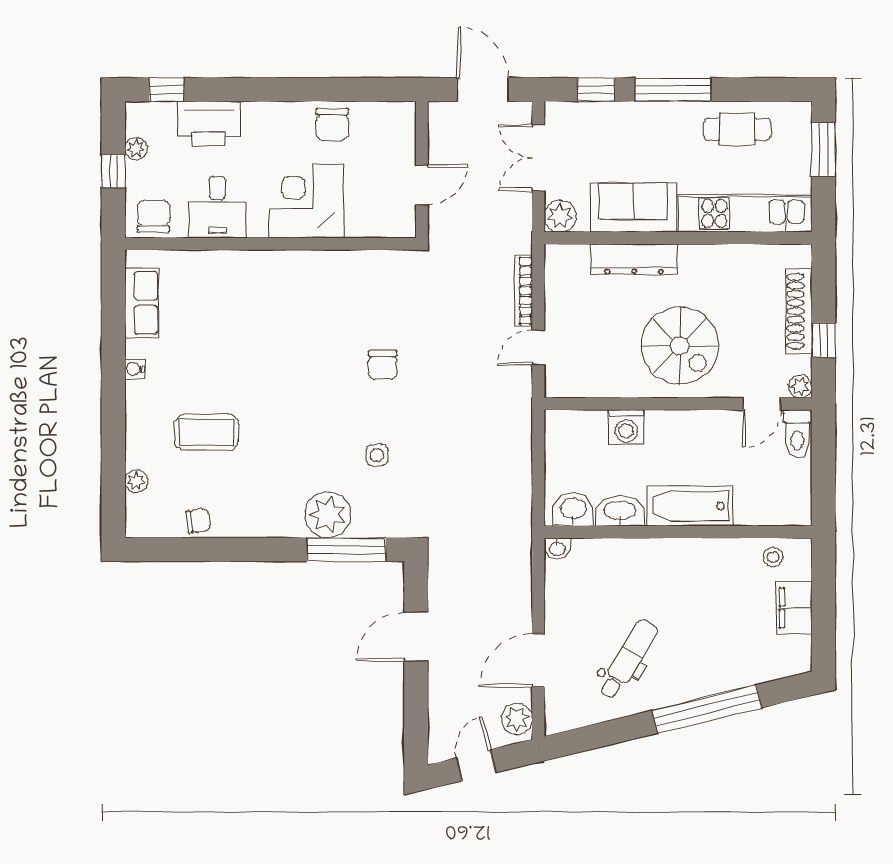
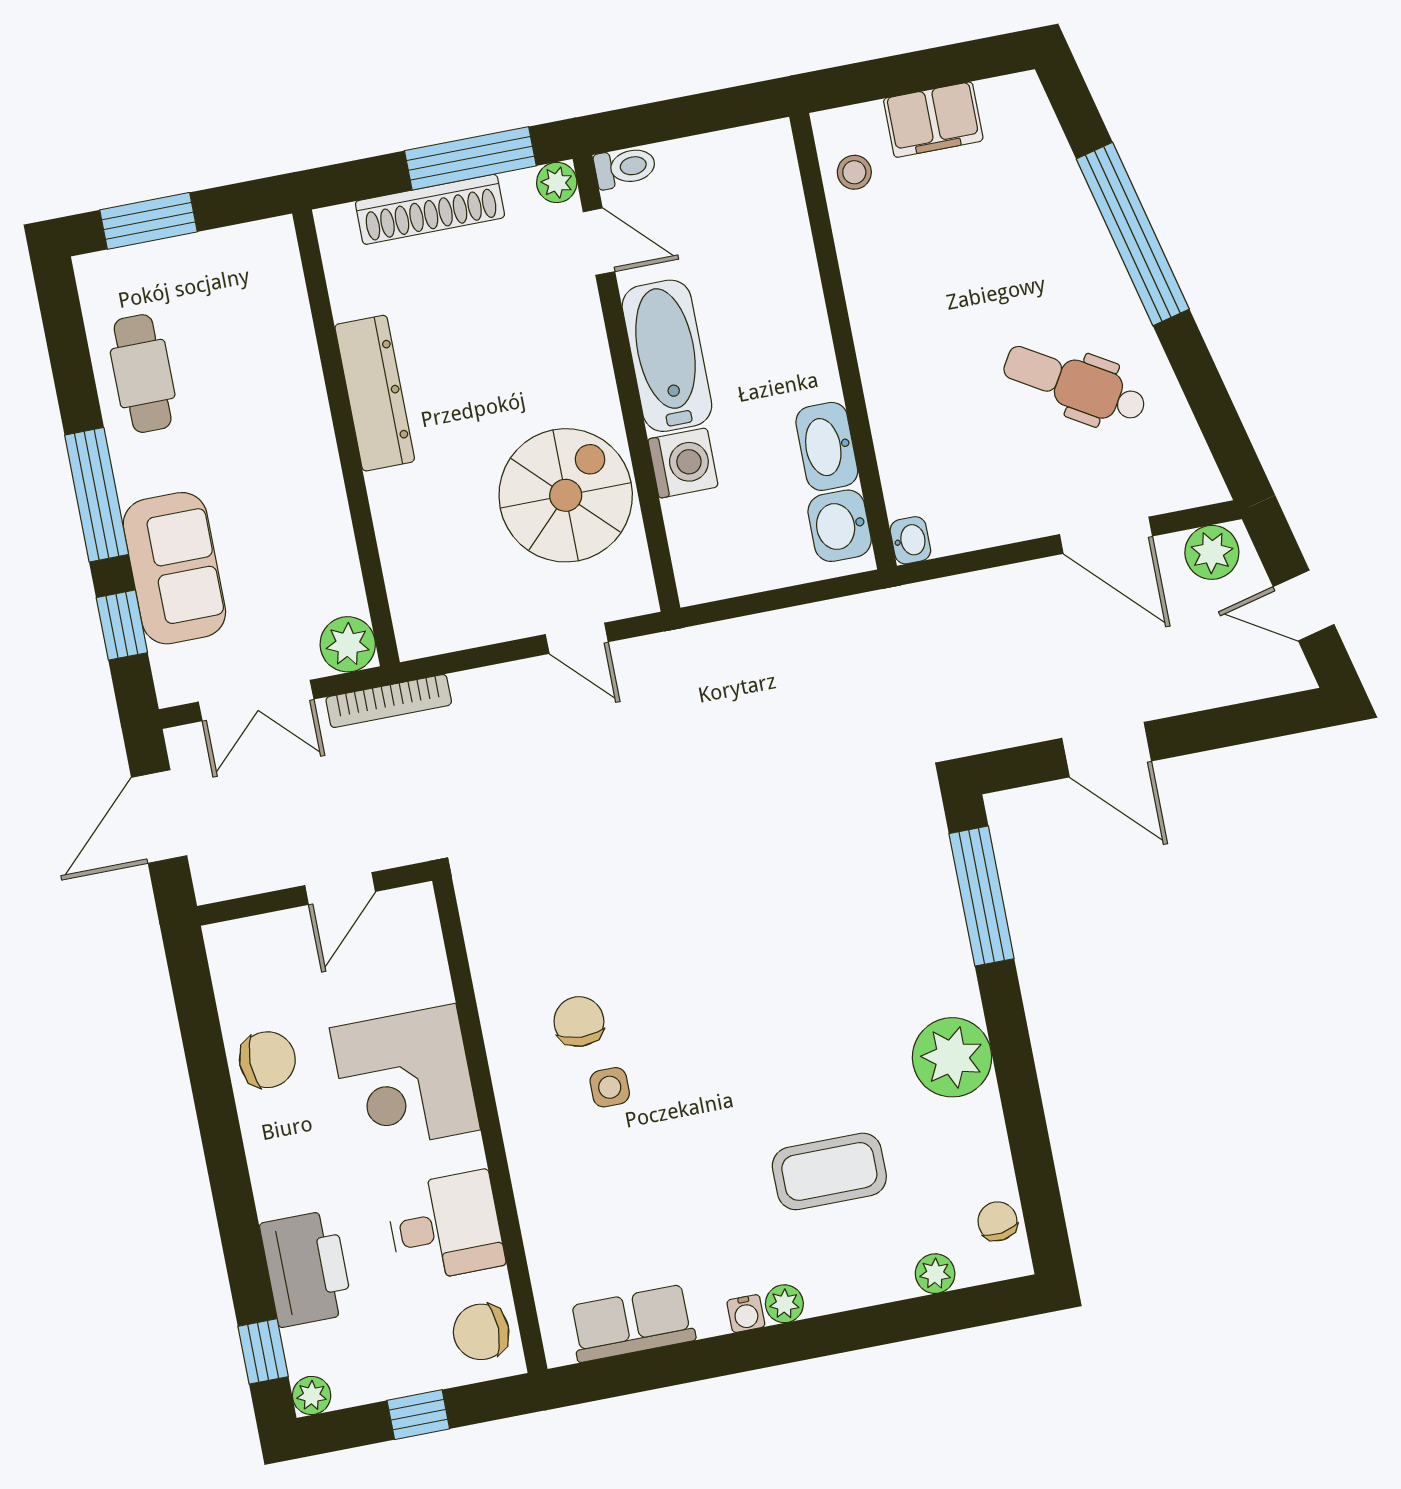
plant: (136, 149) -> (312, 1395), moved
door: (422, 185) -> (340, 888), swing flipped
sofa: (633, 208) -> (174, 568), moved, turned 180
kitchen unit: (745, 213) -> (282, 333), removed
dresser: (634, 259) -> (375, 393), moved
bookcase: (523, 291) -> (389, 701), moved
window: (823, 340) -> (470, 158), width x2.17
spiral stairs: (680, 345) -> (566, 495), moved
chair: (383, 365) -> (579, 1022), moved, turned -87
plant: (136, 392) -> (784, 1304), added
coffee table: (206, 432) -> (829, 1171), turned 90
toilet: (797, 434) -> (625, 167), width x0.73, depth x0.72
side table: (377, 455) -> (610, 1087), moved
bathtub: (690, 506) -> (667, 356), moved, turned 180
plant: (328, 515) -> (952, 1057), moved
chair: (198, 521) -> (997, 1221), moved

